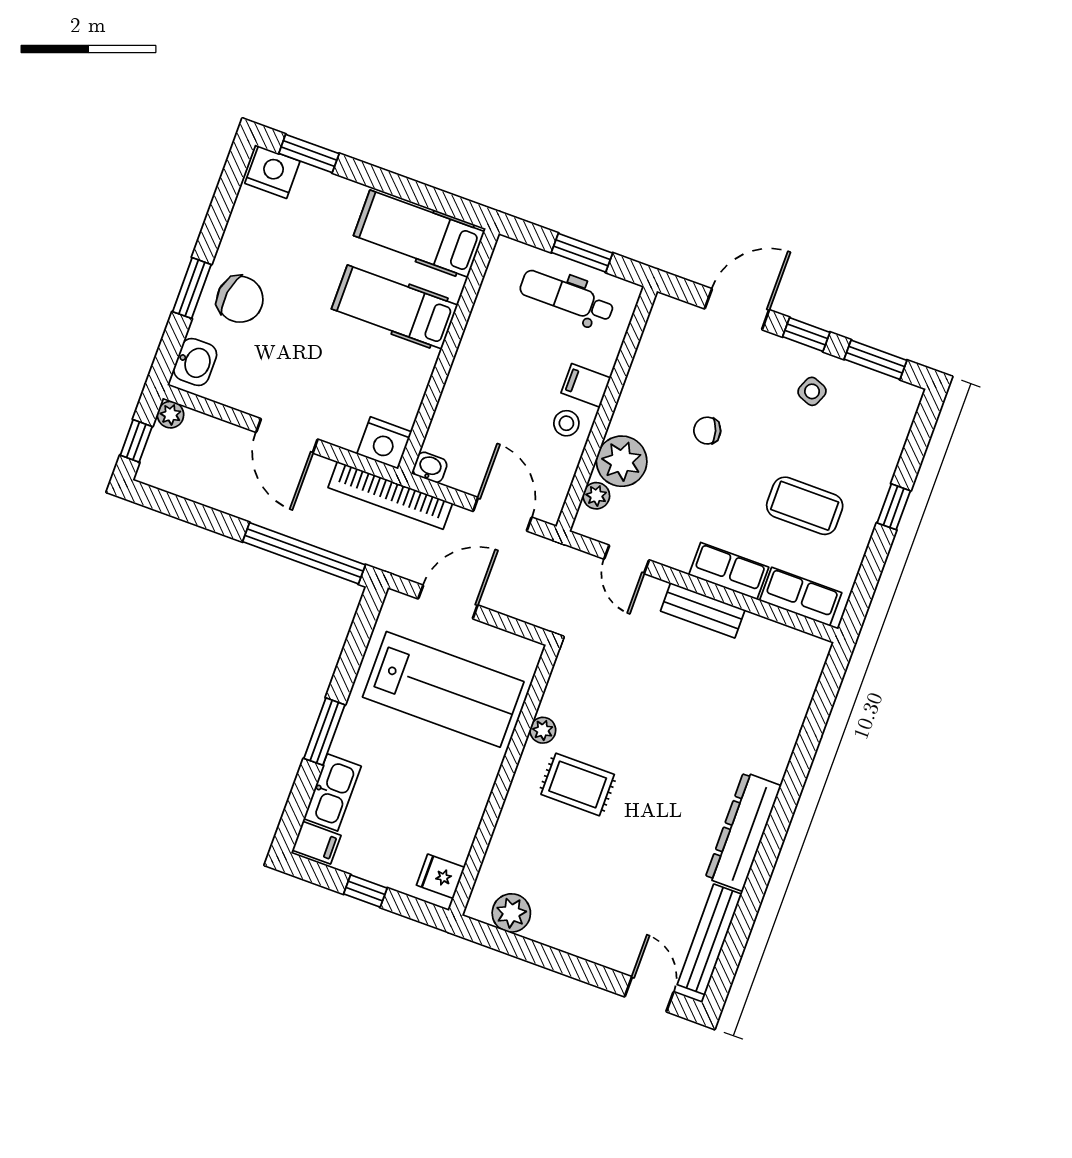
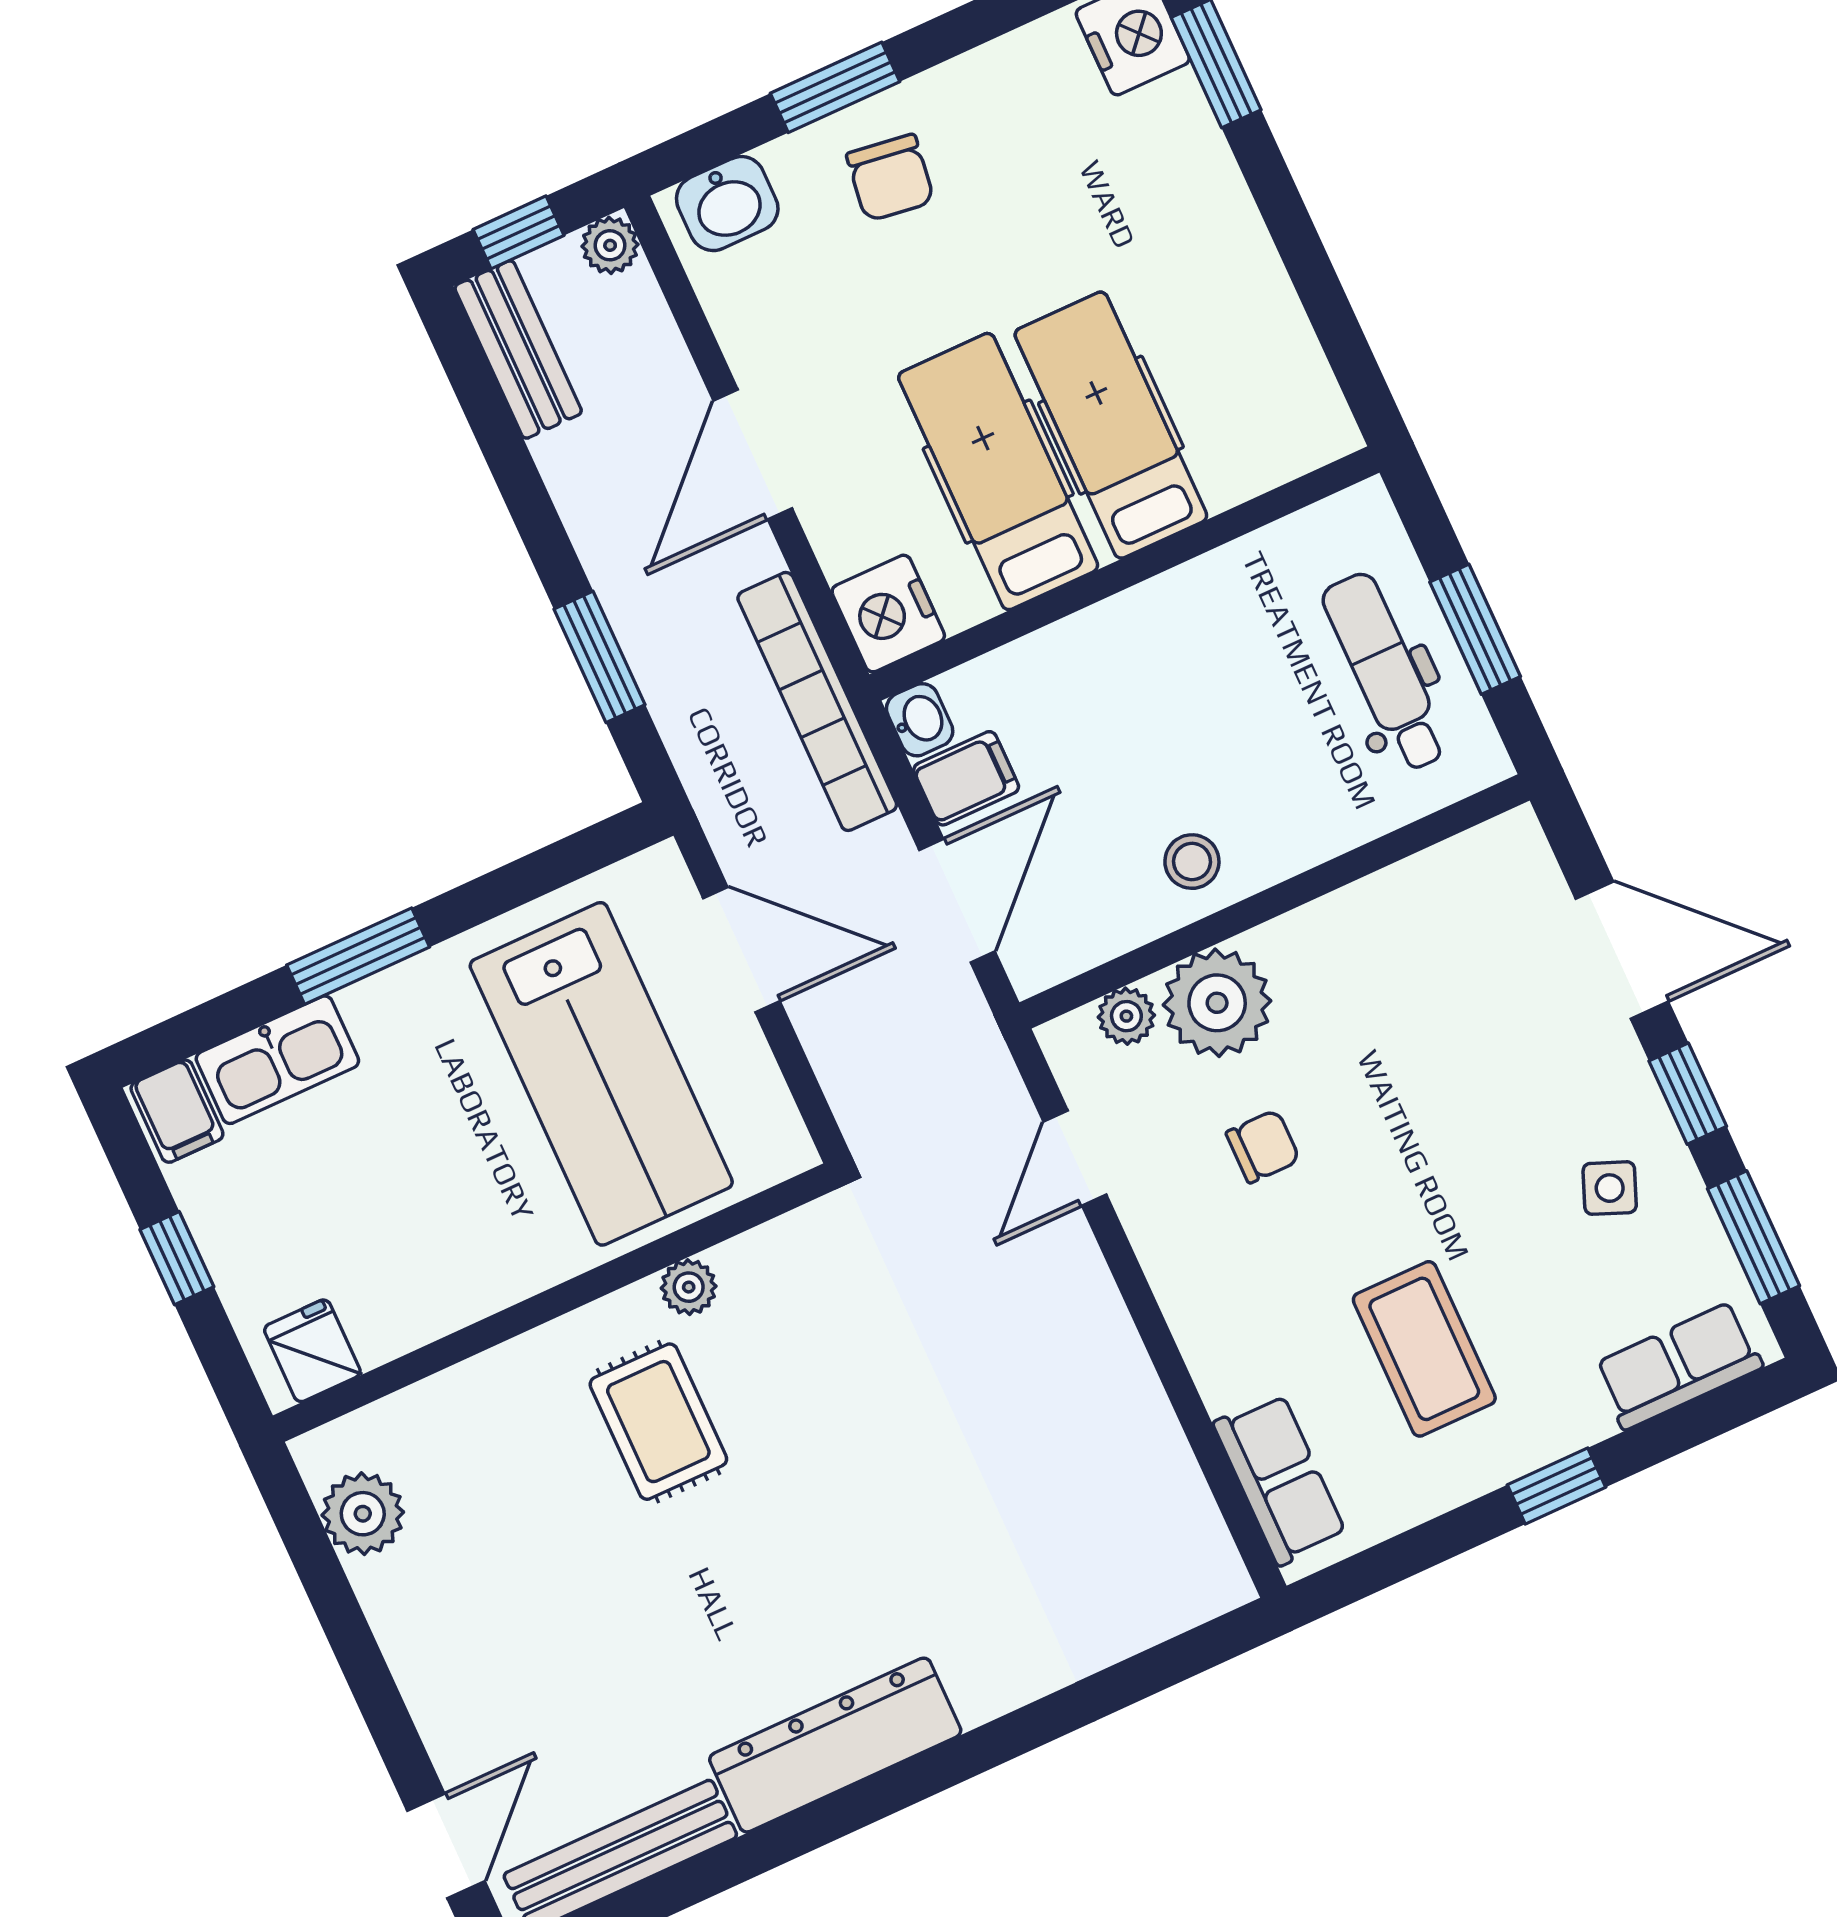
hospital bed: (419, 234) -> (998, 472), moved
chair: (240, 299) -> (890, 178), width x0.73, depth x0.73
filing cabinet: (586, 385) -> (966, 778), moved, turned 90
chair: (707, 431) -> (1263, 1146), moved, turned 107
window: (304, 553) -> (600, 657), width x0.47
row of seats: (729, 571) -> (1678, 1366), moved, turned -90
bench: (703, 610) -> (518, 349), moved

